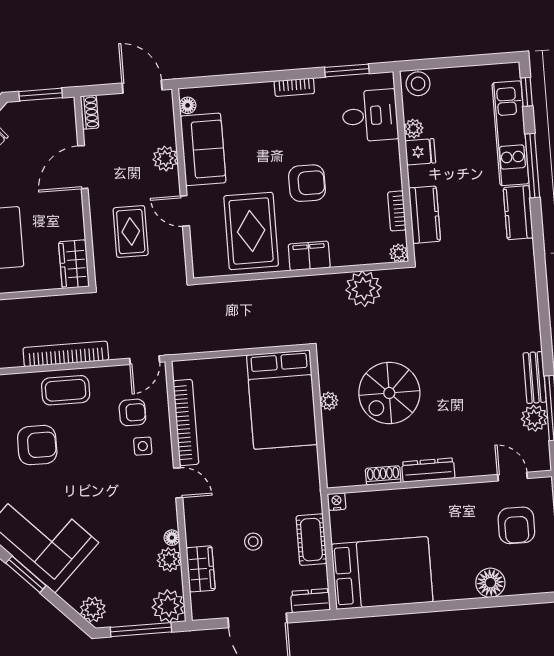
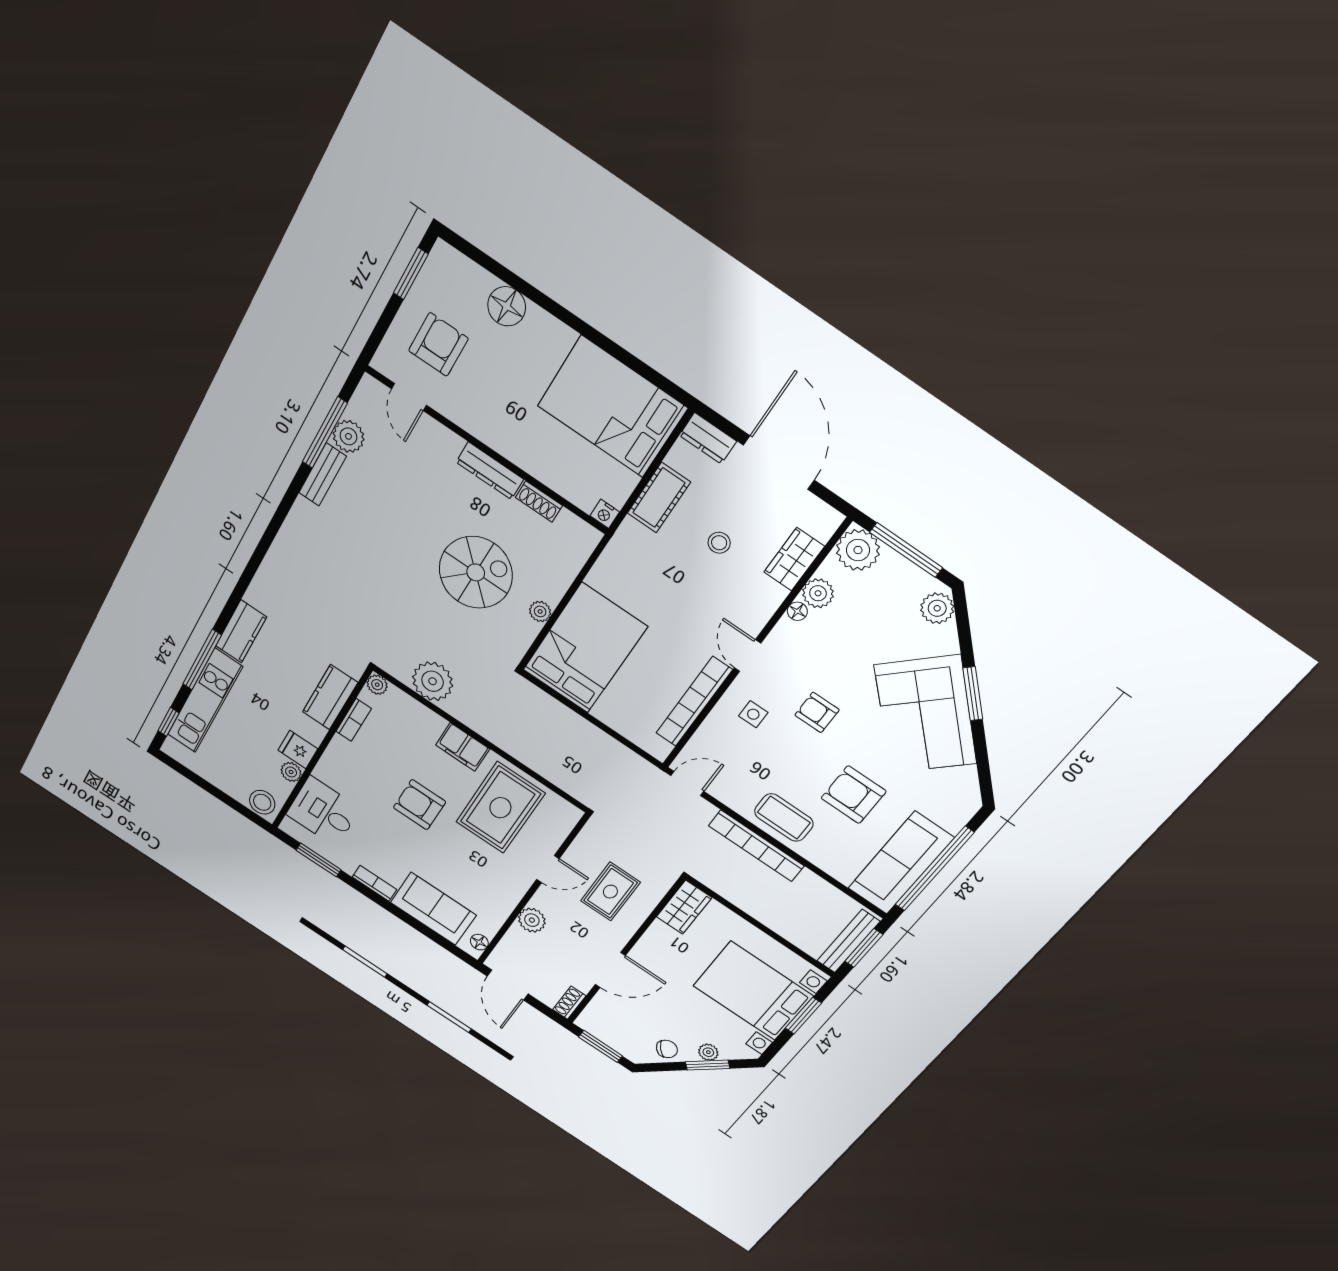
sofa: (203, 149) -> (433, 909), moved, turned 90
door: (185, 211) -> (548, 869), hinge flipped
armchair: (132, 412) -> (817, 712), moved

